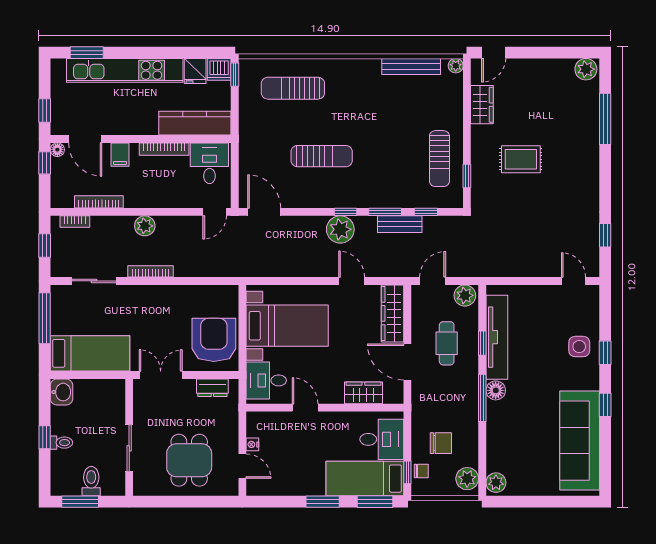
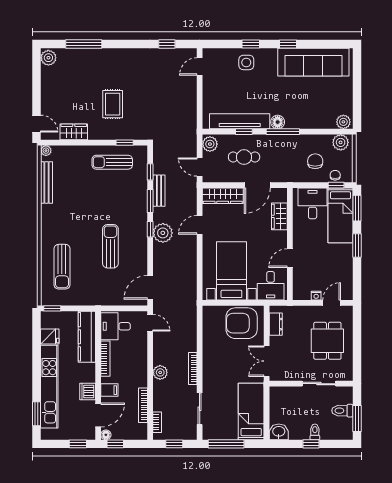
dishwasher: (219, 69) -> (88, 392), moved, turned 180
sun lounger: (439, 159) -> (112, 162), turned 180
dining table: (189, 460) -> (327, 341), turned 90

